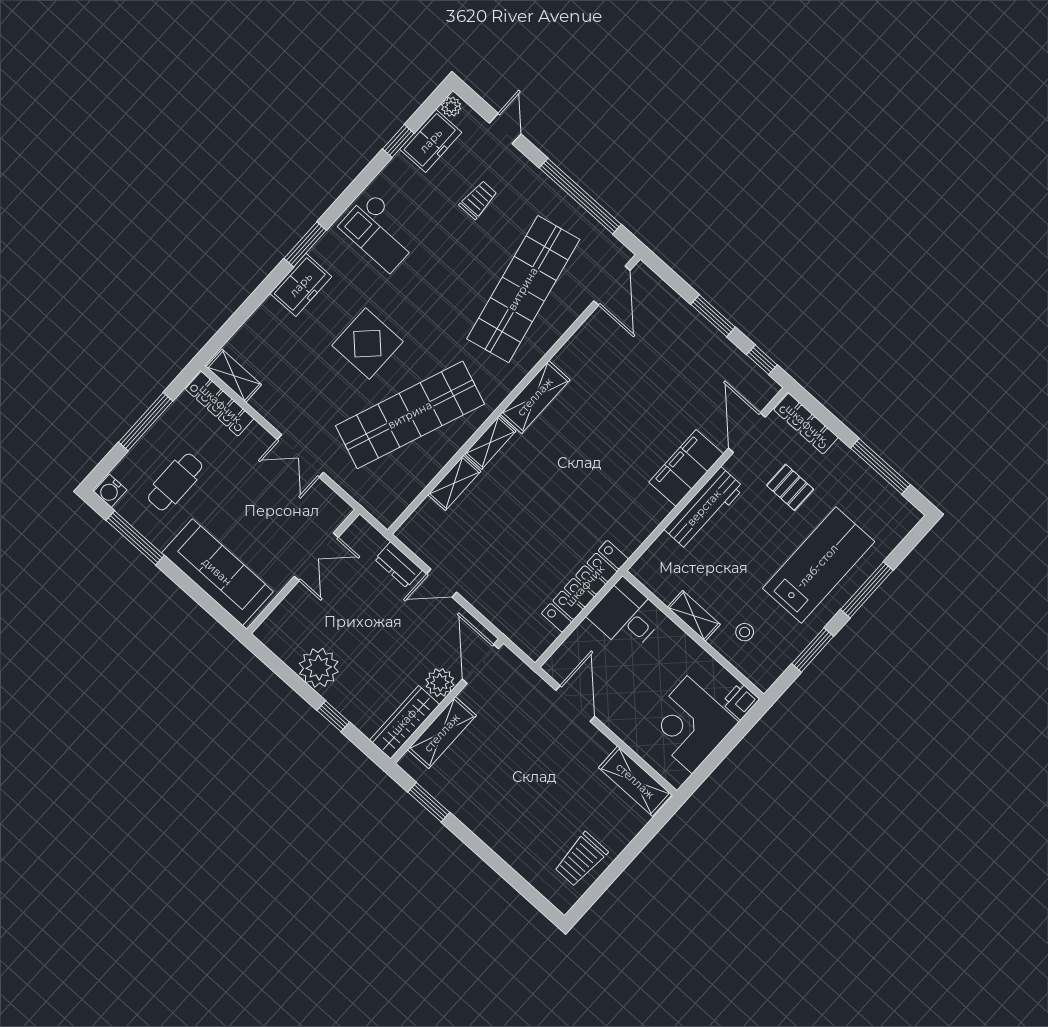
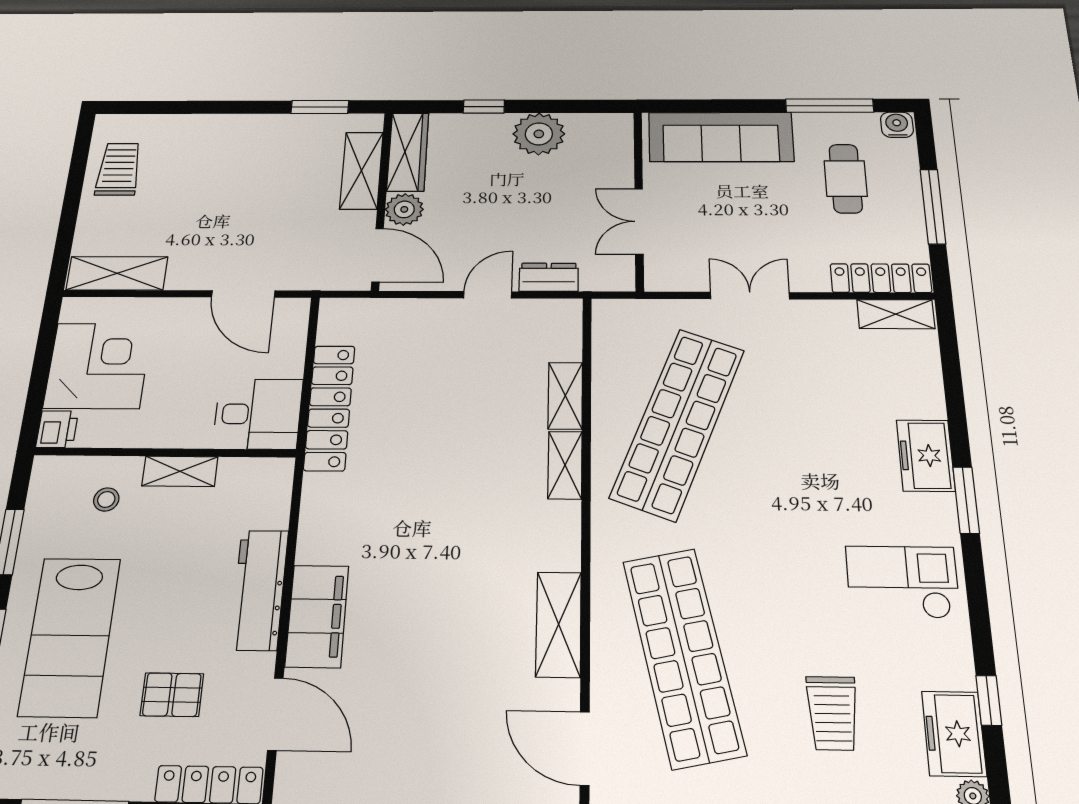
trolley: (478, 200) -> (832, 713), width x1.36, depth x1.39
display table: (367, 344) -> (795, 456), removed
shelving: (535, 397) -> (559, 624), moved

